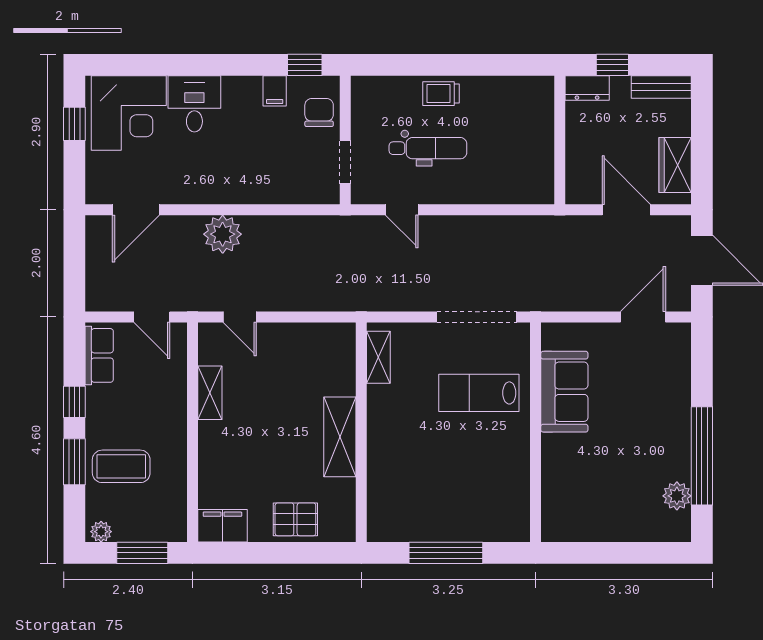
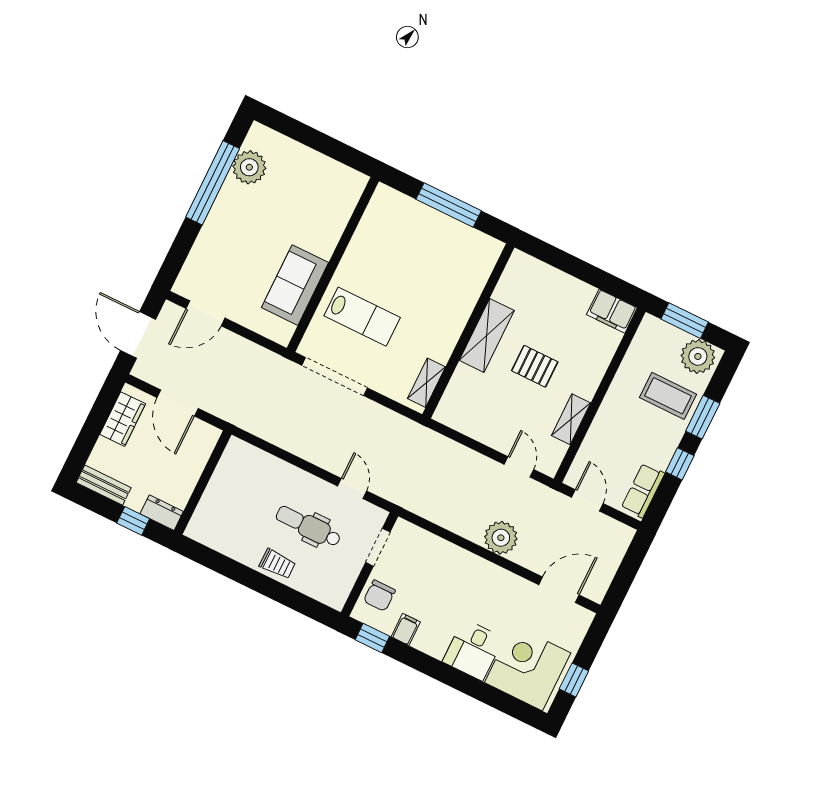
plant: (677, 496) -> (249, 167), width x1.36, depth x1.36
pallet: (295, 519) -> (535, 366), moved
plant: (101, 532) -> (698, 356), width x1.88, depth x1.88

